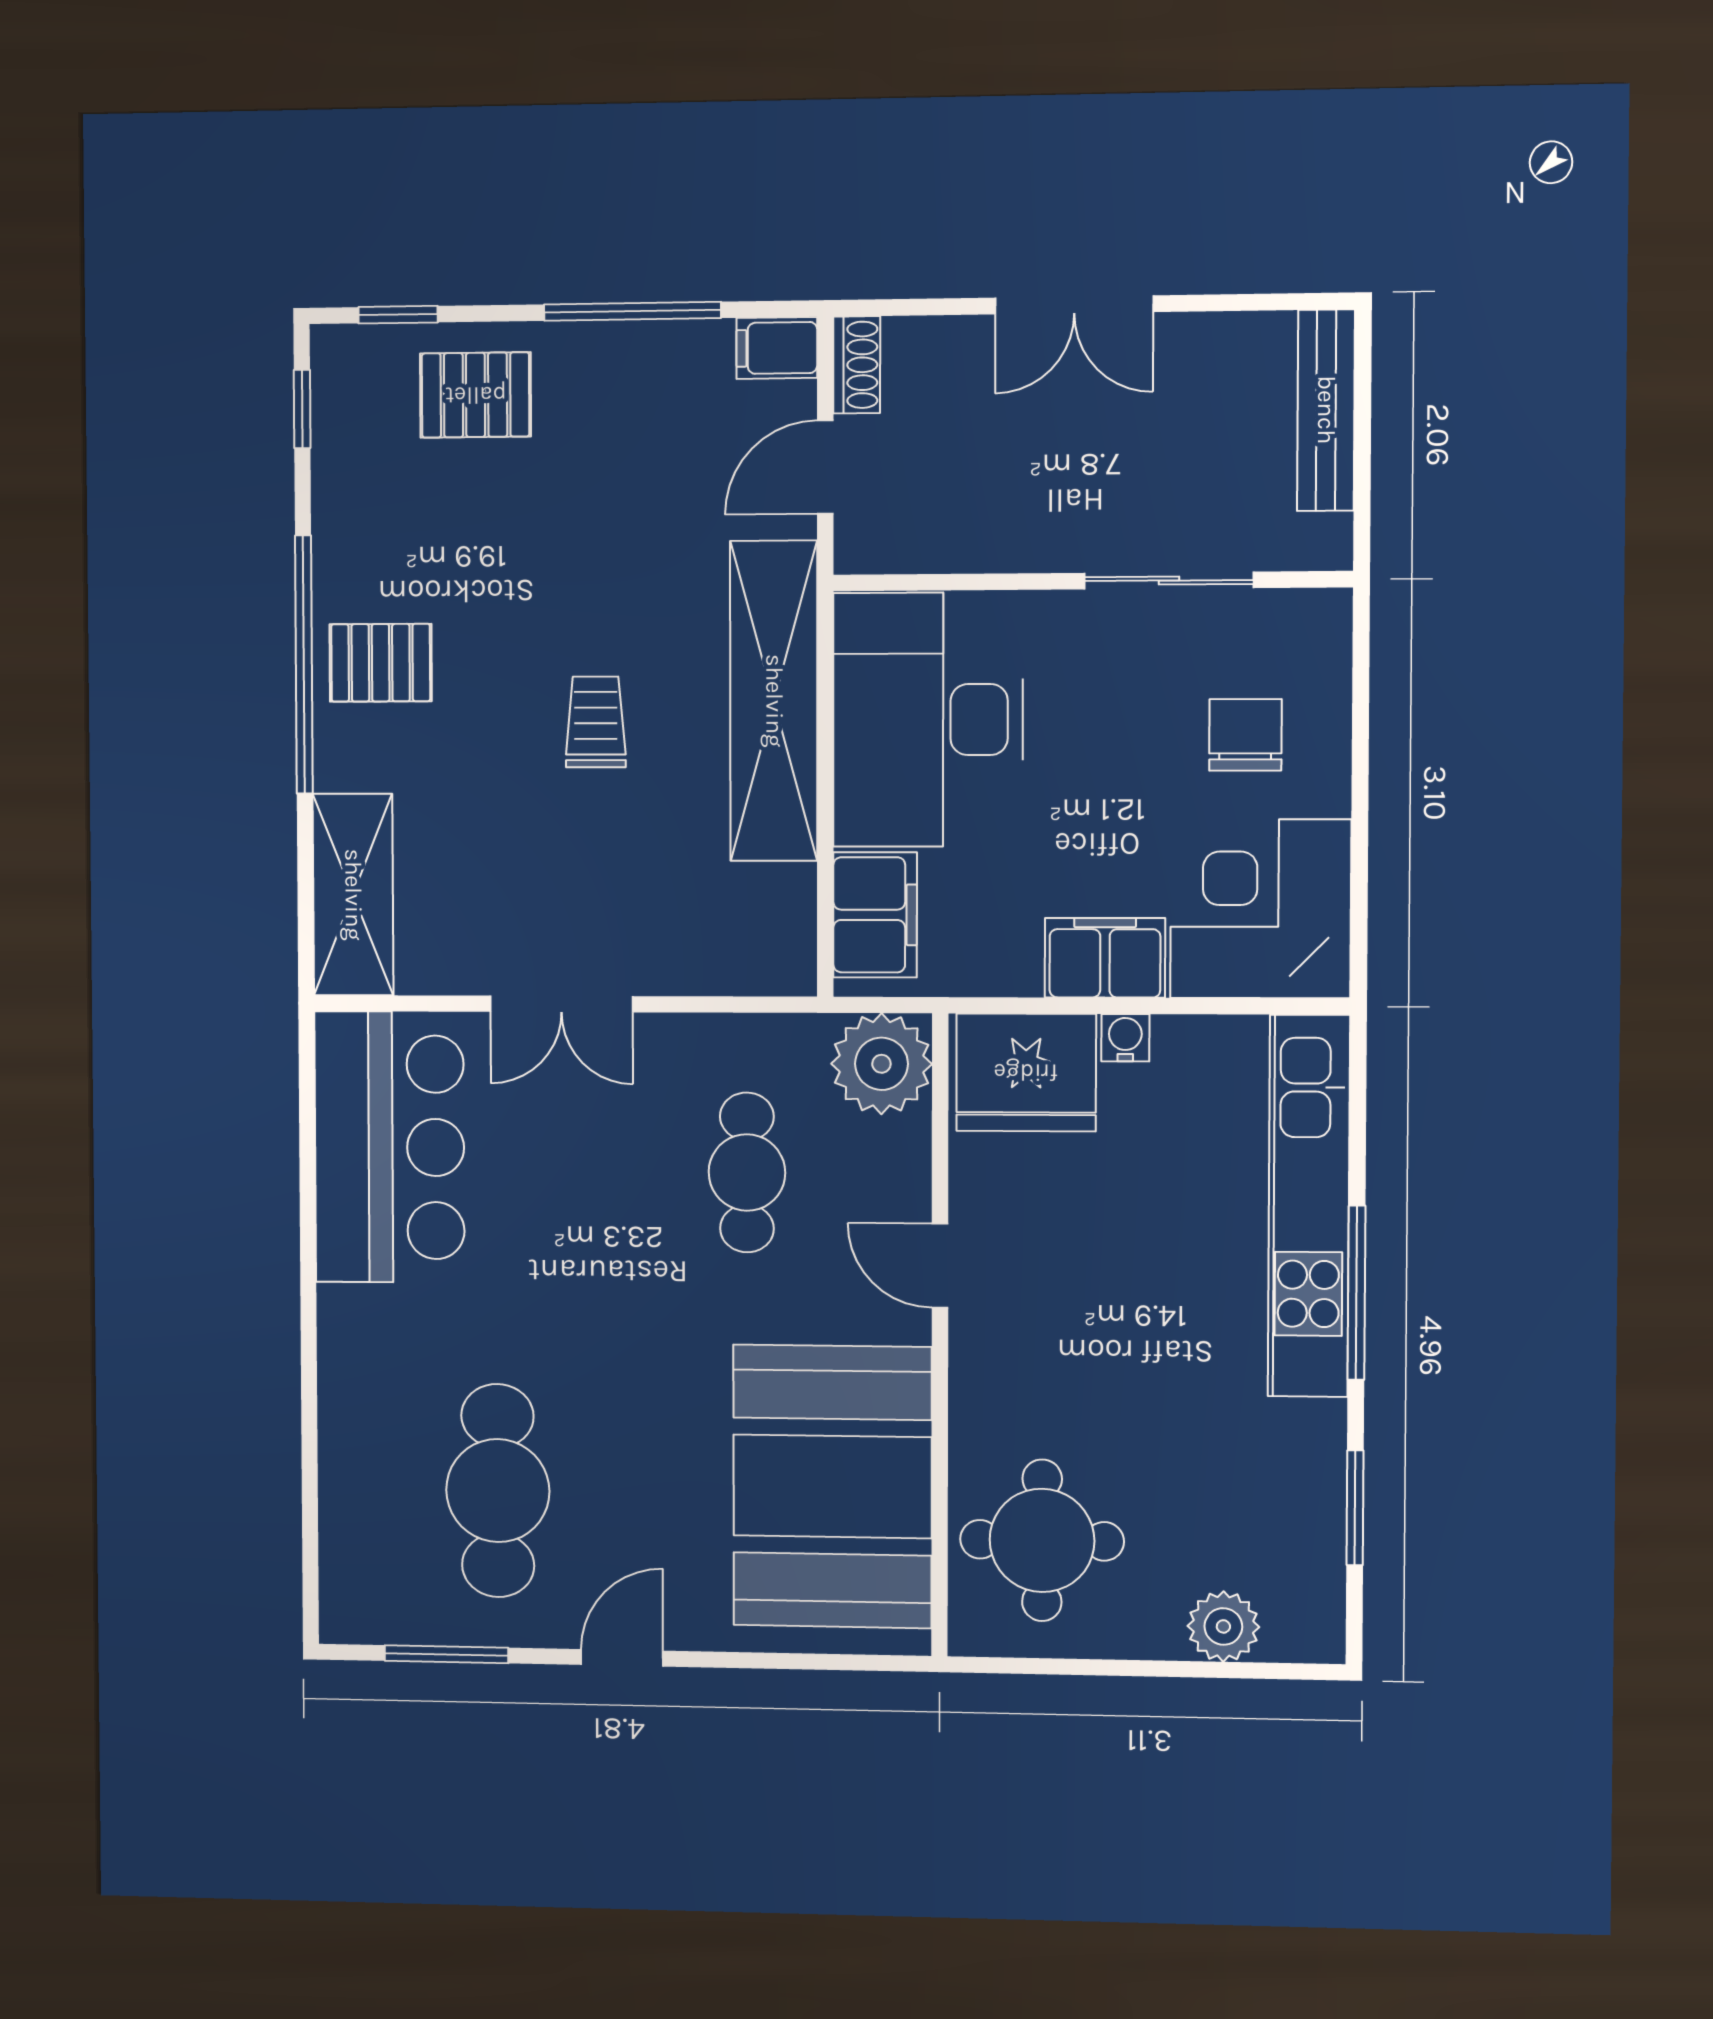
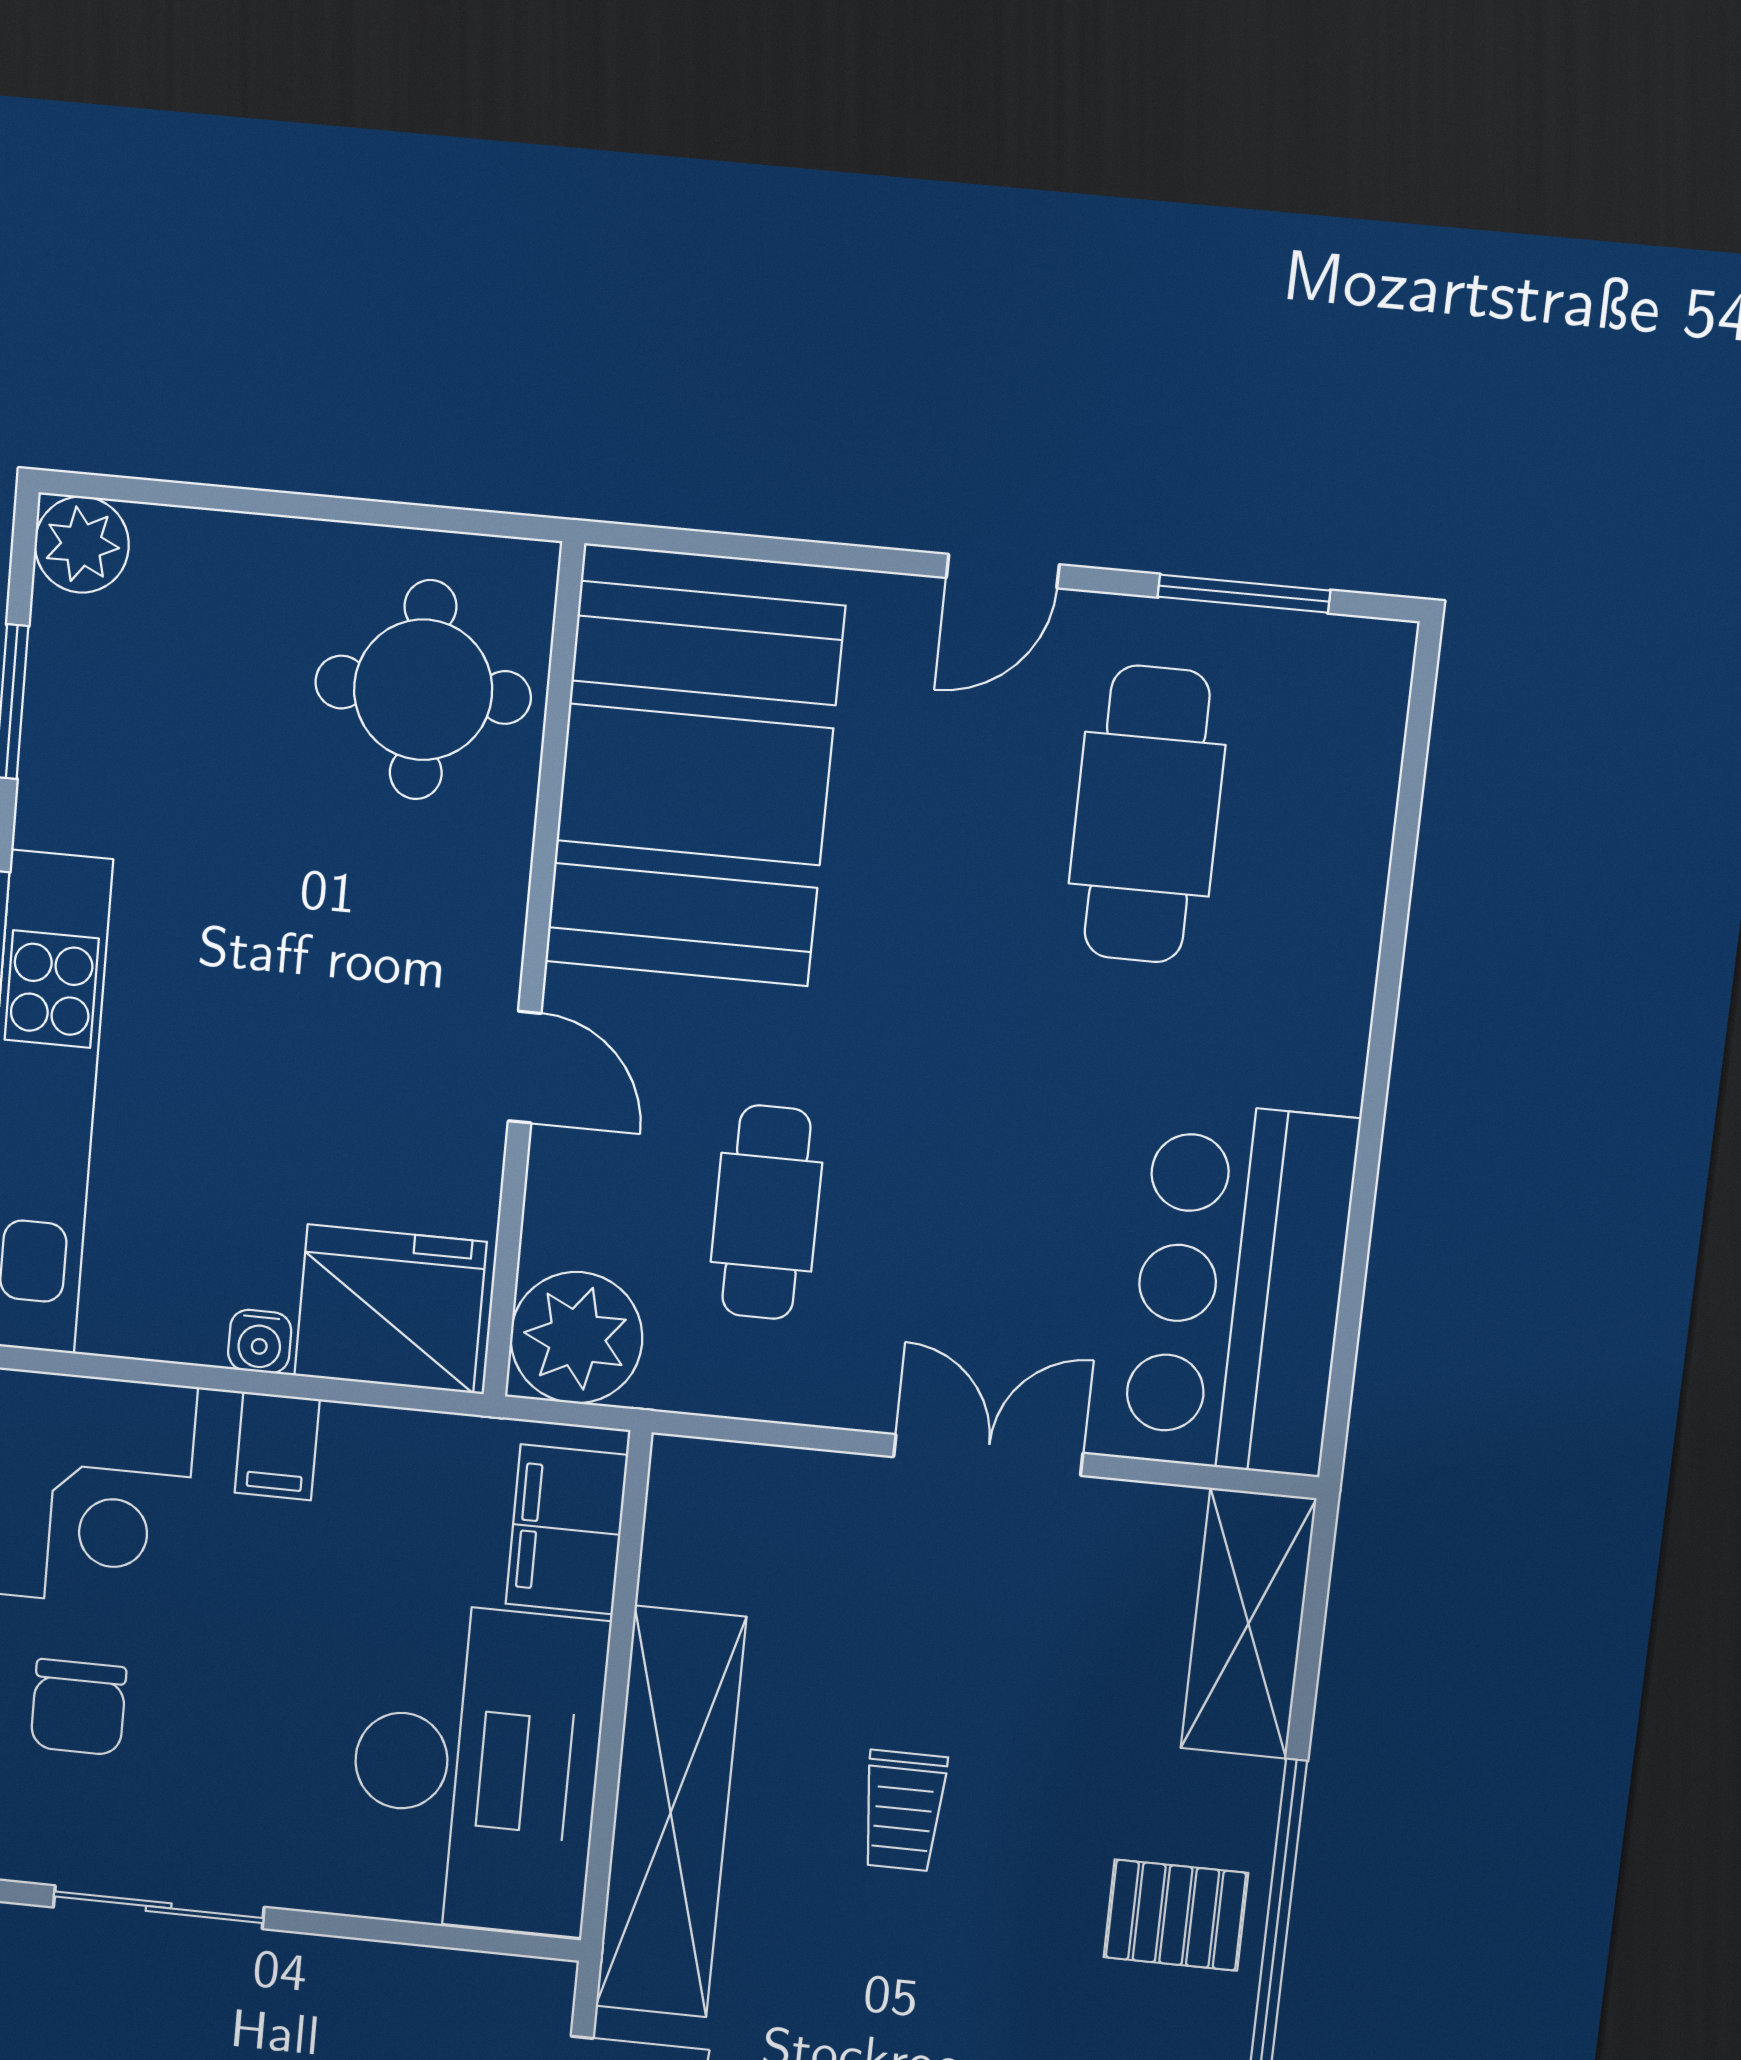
filing cabinet: (1105, 958) -> (277, 1446), width x0.50
plant: (1223, 1626) -> (82, 545), moved

